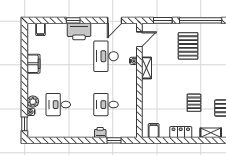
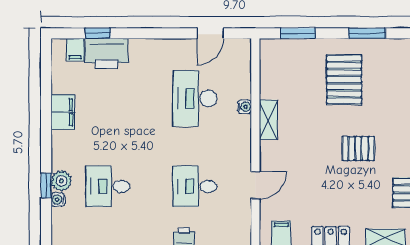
window: (73, 20) -> (98, 33), moved
window: (201, 20) -> (367, 33), width x0.47
printer: (79, 32) -> (107, 54), moved
door: (139, 39) -> (255, 185), moved
pallet: (194, 103) -> (358, 148), moved, turned 90
window: (24, 124) -> (46, 186), moved

